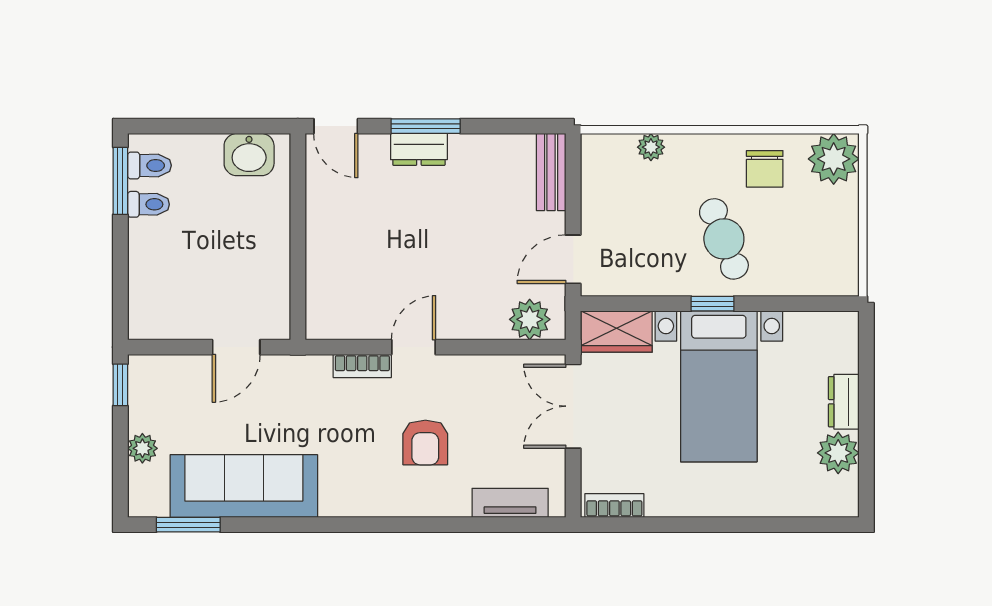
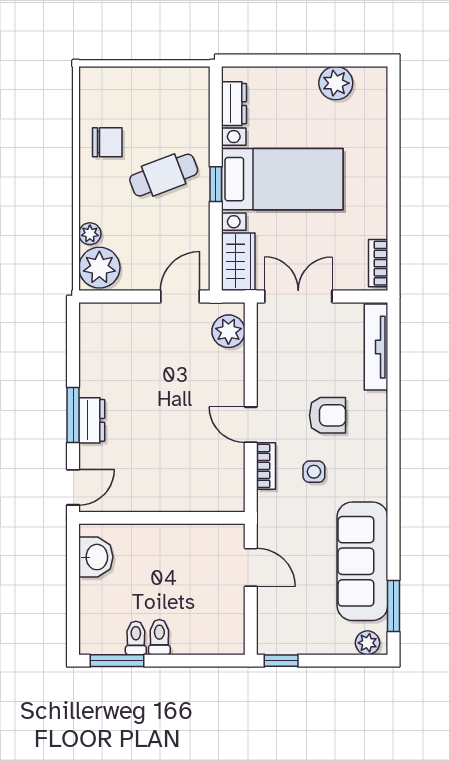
plant: (834, 159) -> (99, 268), moved
toilet: (149, 165) -> (159, 637), moved
bench: (551, 172) -> (110, 314), removed
door: (573, 259) -> (180, 296), swing flipped
dresser: (844, 402) -> (234, 104), moved, turned -90
double door: (573, 406) -> (298, 296), swing flipped
side table: (355, 426) -> (314, 472), added
plant: (142, 448) -> (367, 643), moved
tv unit: (510, 503) -> (376, 347), width x1.41

